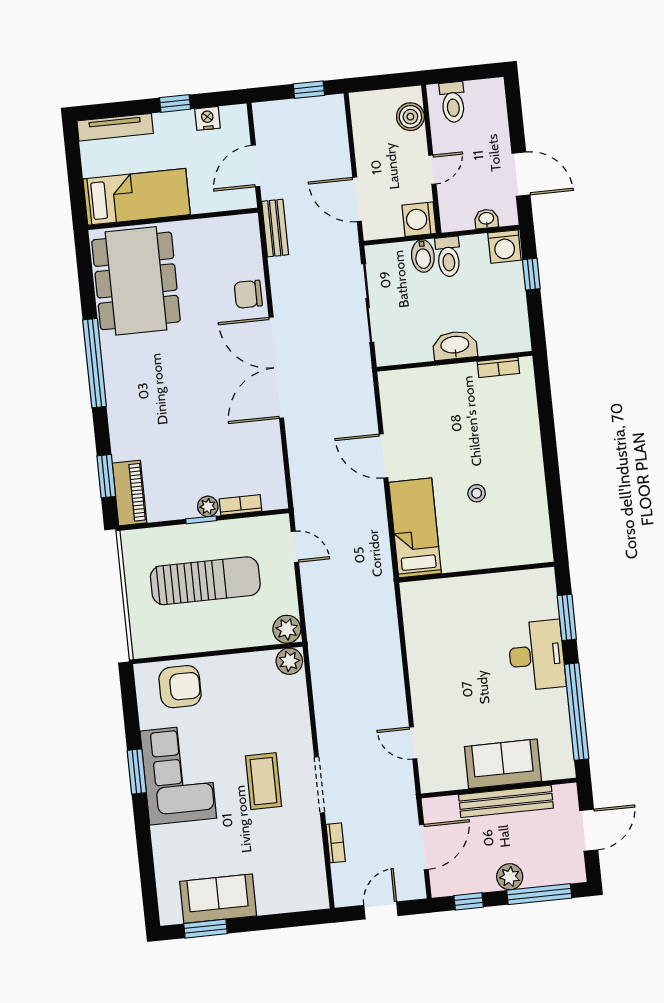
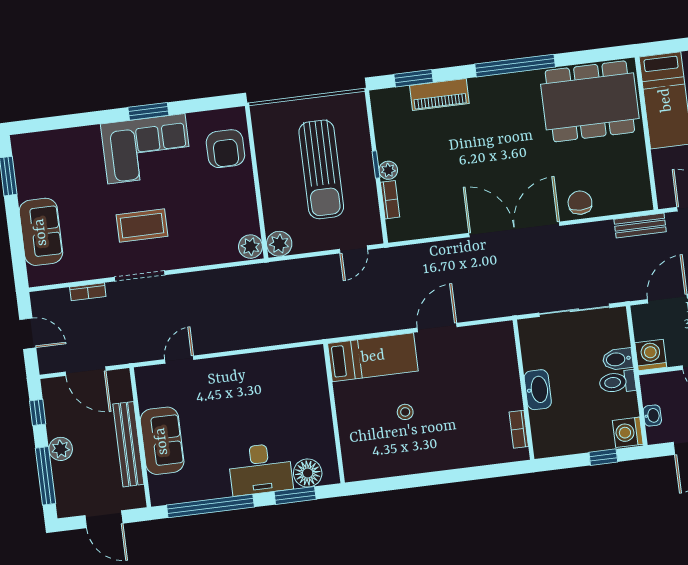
piano: (130, 493) -> (439, 94), moved
floor lamp: (542, 603) -> (308, 473), added
sofa: (218, 899) -> (41, 232), moved

